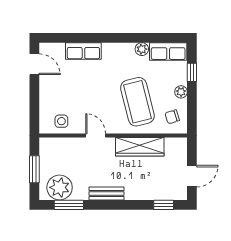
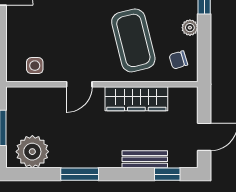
door: (96, 136) -> (79, 84), swing flipped
bench: (106, 193) -> (145, 159), moved
window: (69, 205) -> (80, 174), moved

